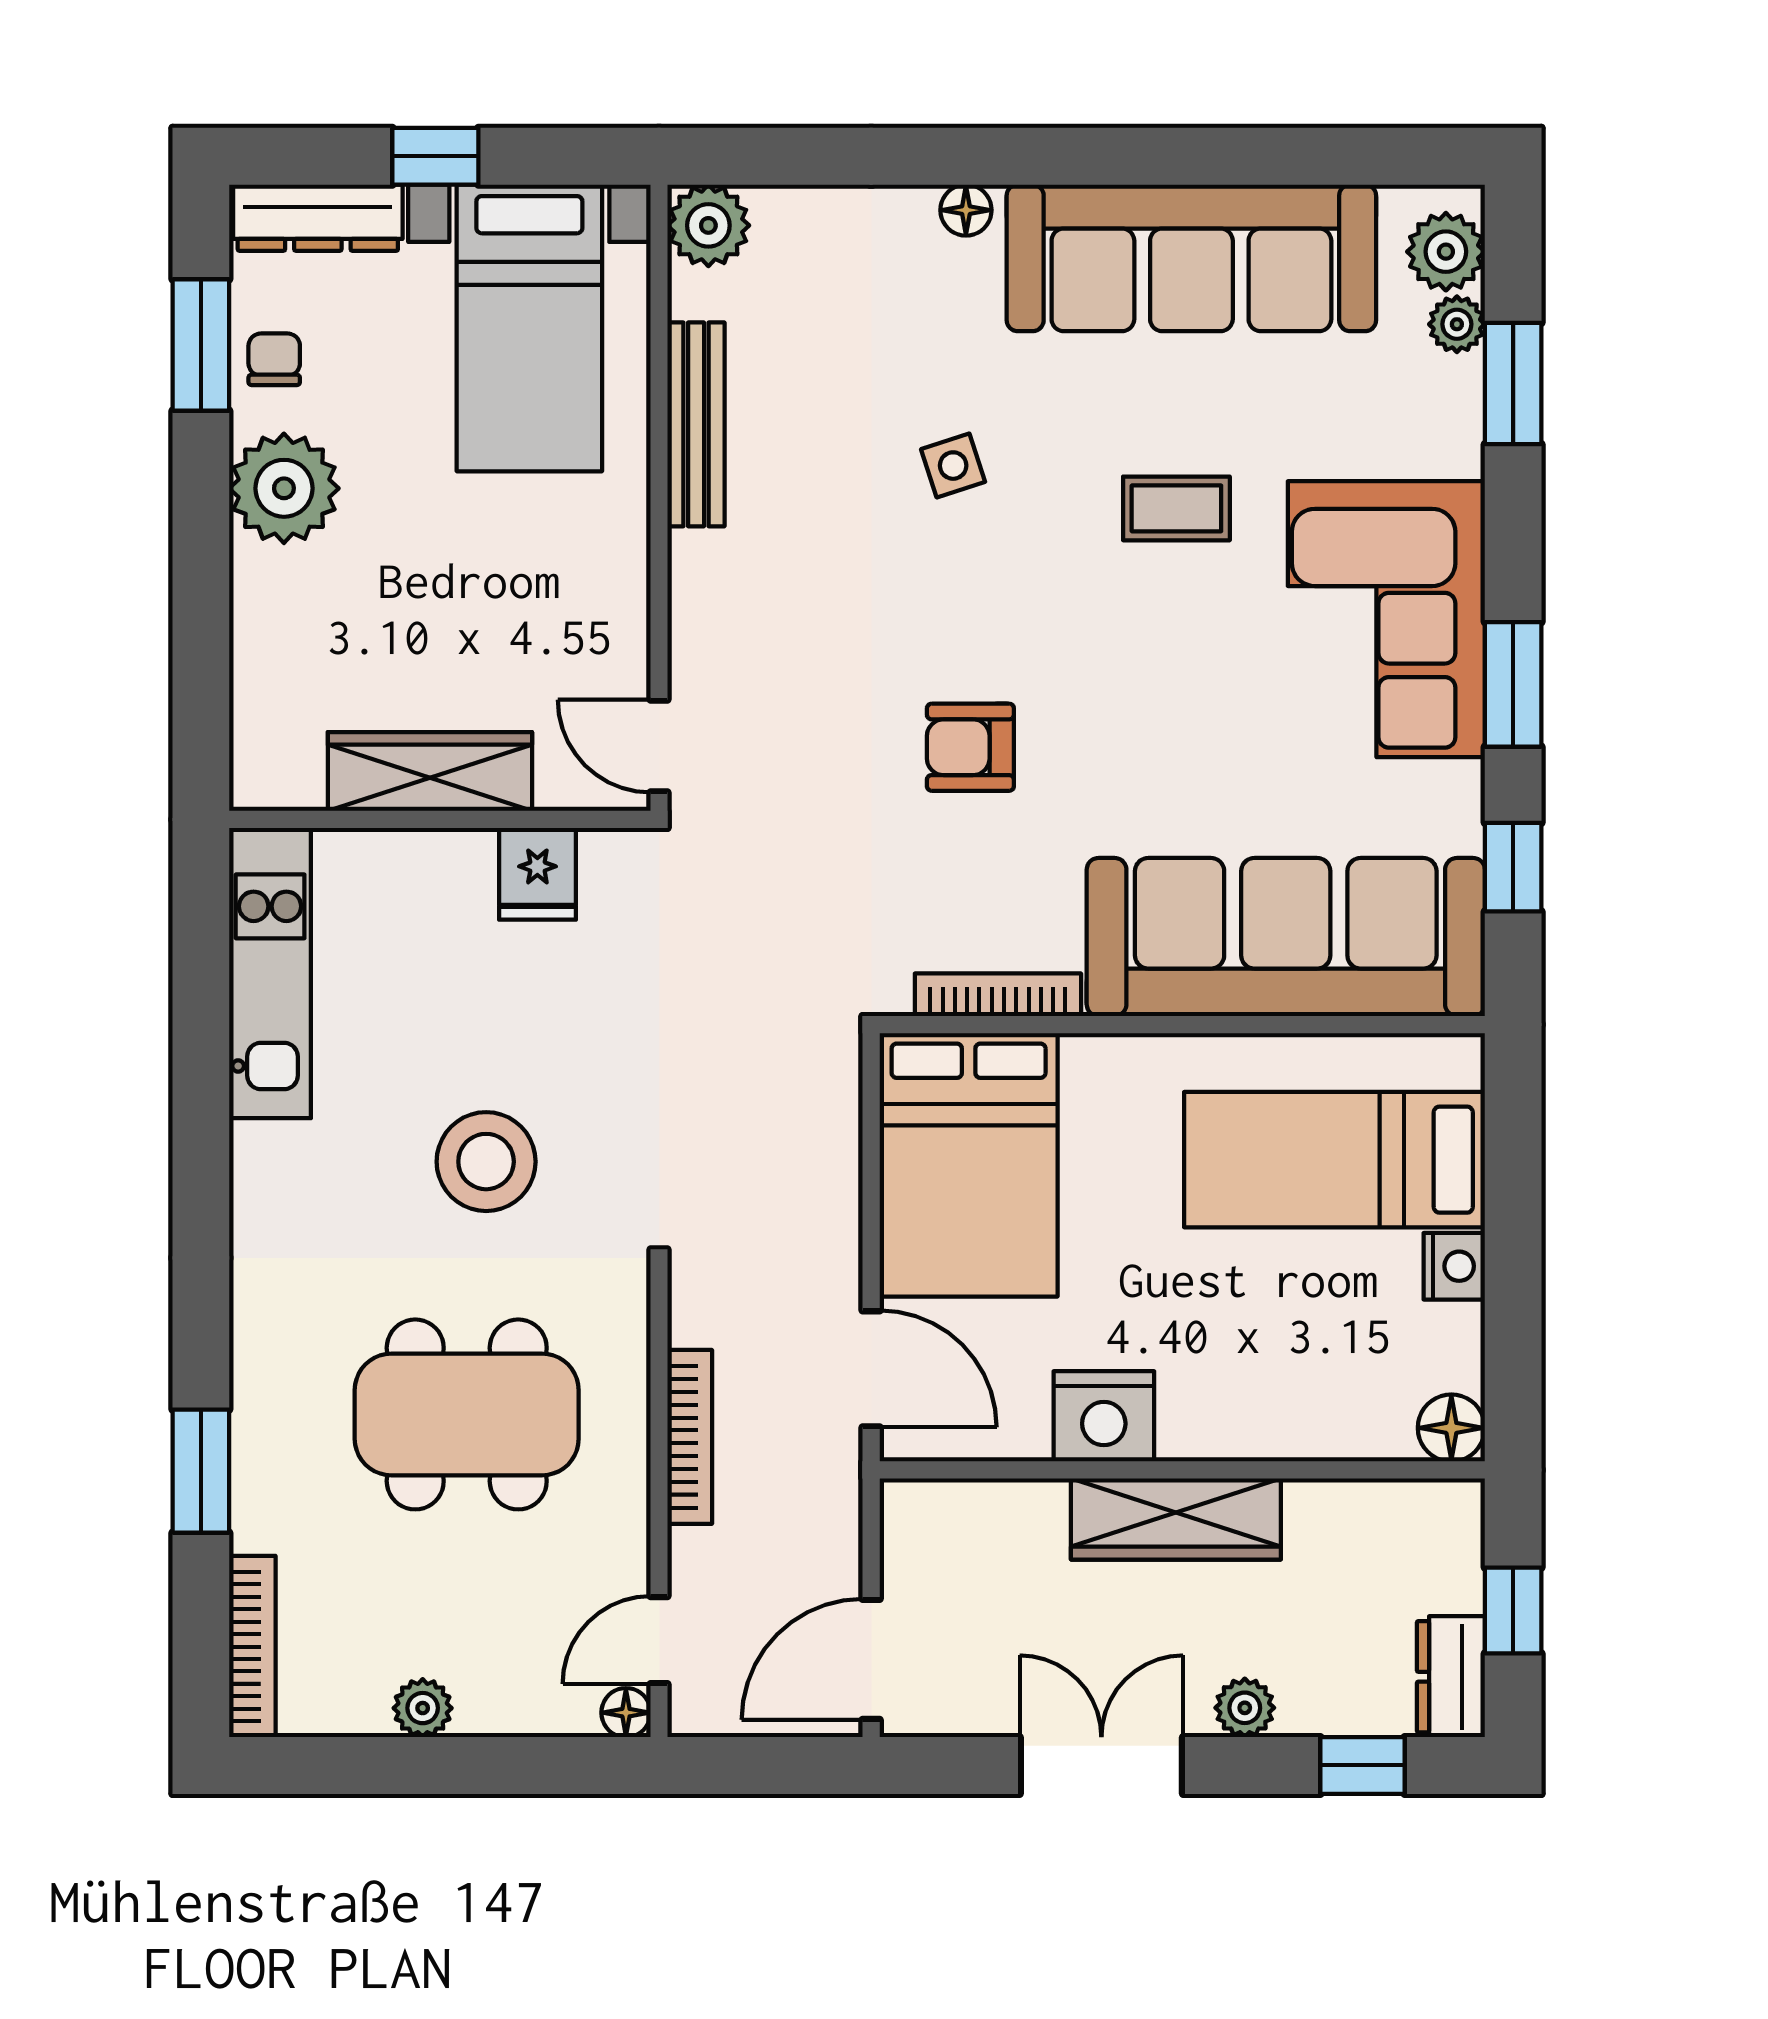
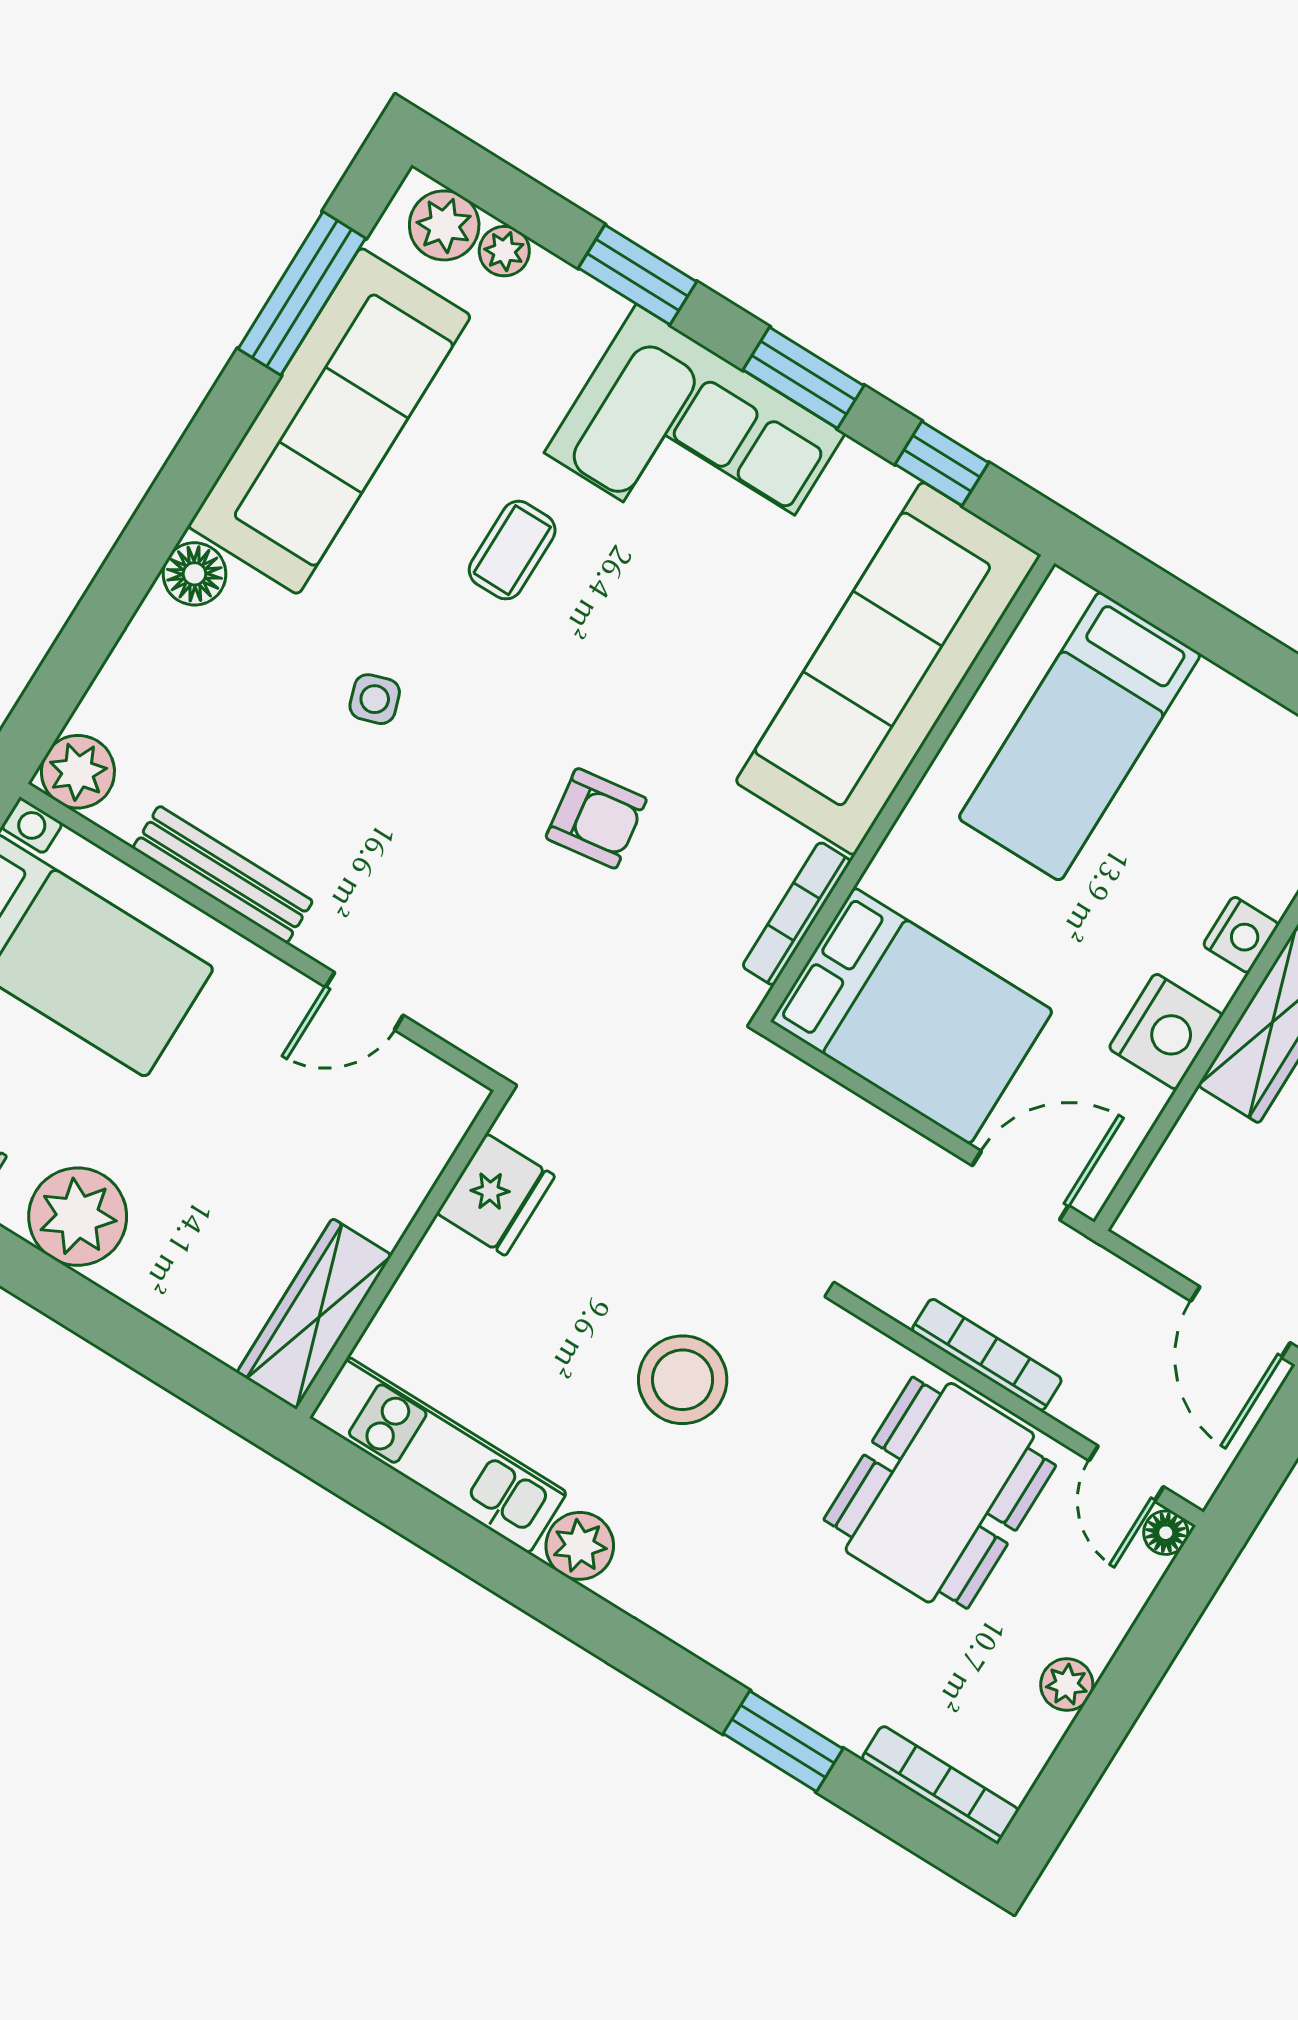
window: (1297, 156) -> (302, 293), added
floor lamp: (966, 210) -> (194, 574), width x1.37, depth x1.37
window: (1513, 383) -> (638, 275), moved
door: (659, 746) -> (364, 1001), moved
armchair: (970, 747) -> (596, 818), turned -98
wardrobe: (430, 772) -> (314, 1314), moved
fridge: (537, 874) -> (496, 1194), width x1.38
plant: (267, 1162) -> (580, 1546), added
nightstand: (1454, 1266) -> (1241, 935), moved, turned 90
dining table: (467, 1414) -> (940, 1493), moved

